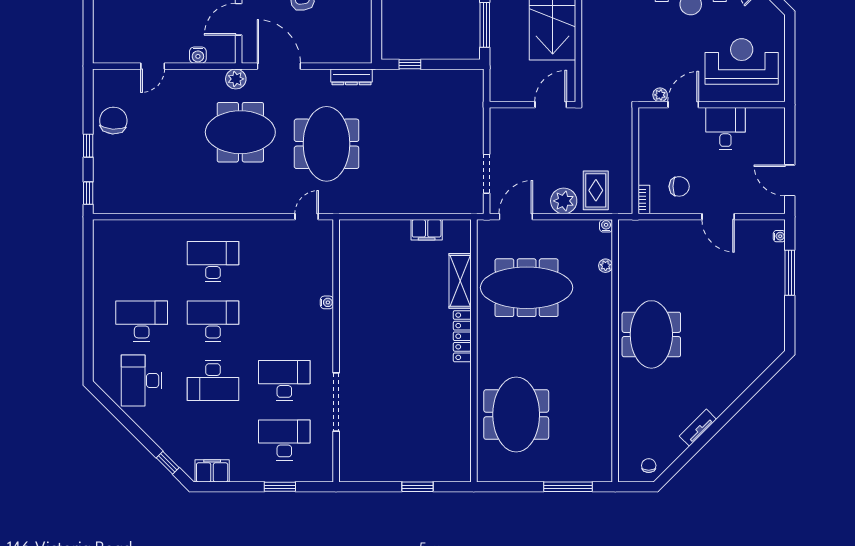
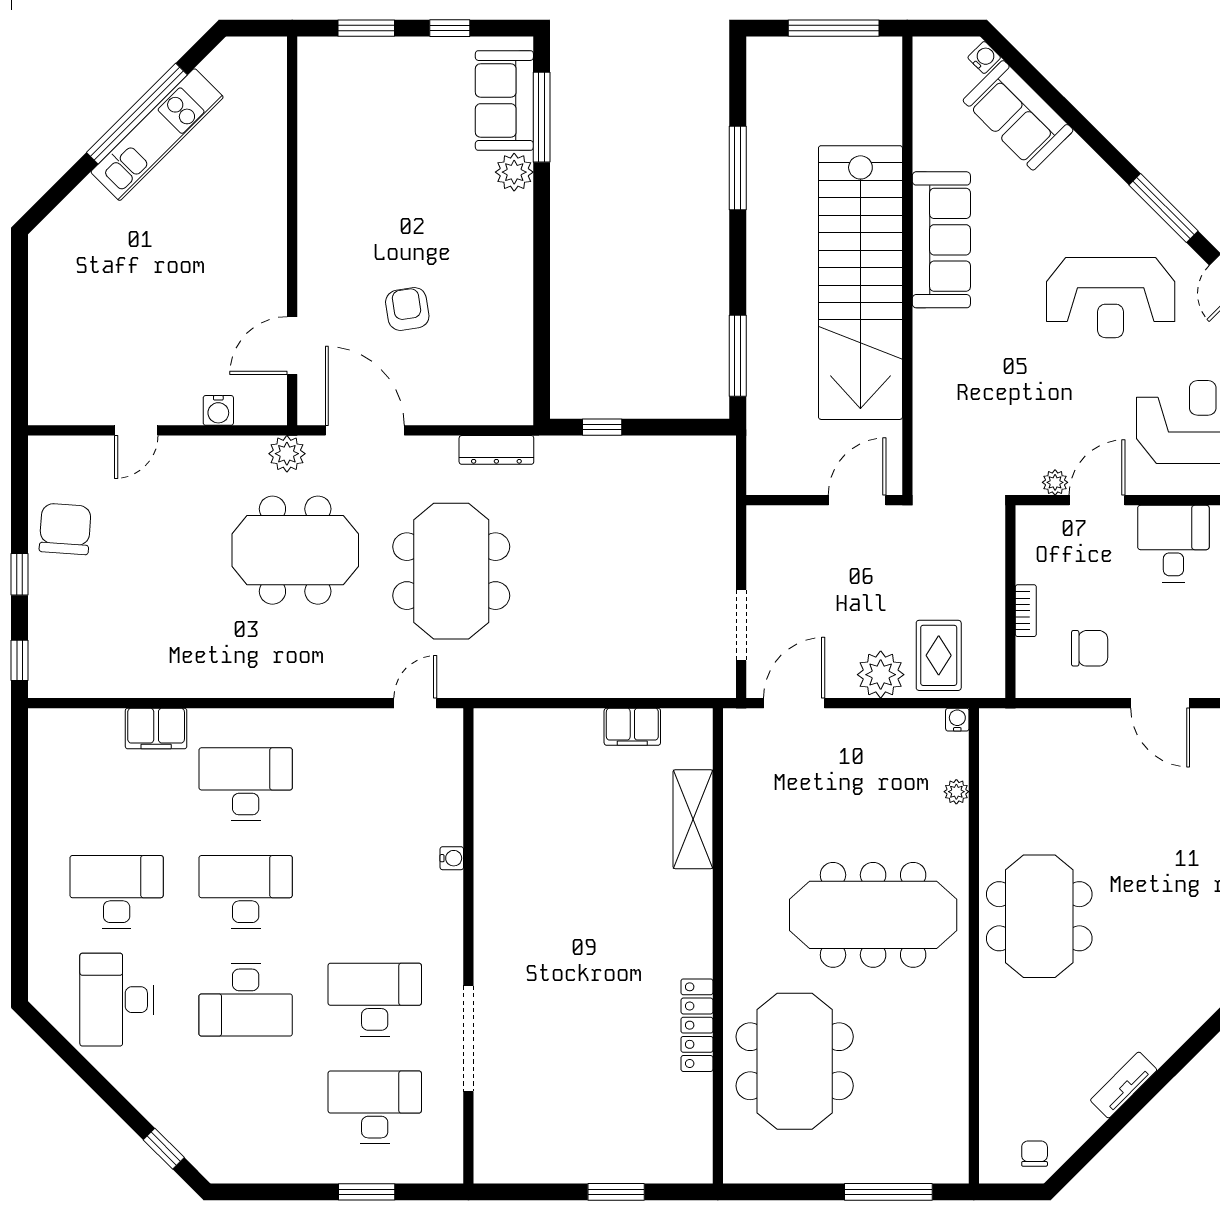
bookcase: (644, 200) -> (1026, 611), moved
meeting table: (527, 288) -> (873, 915), moved
locker: (462, 336) -> (697, 1025), moved
filing cabinet: (212, 471) -> (156, 728), moved, turned 180

